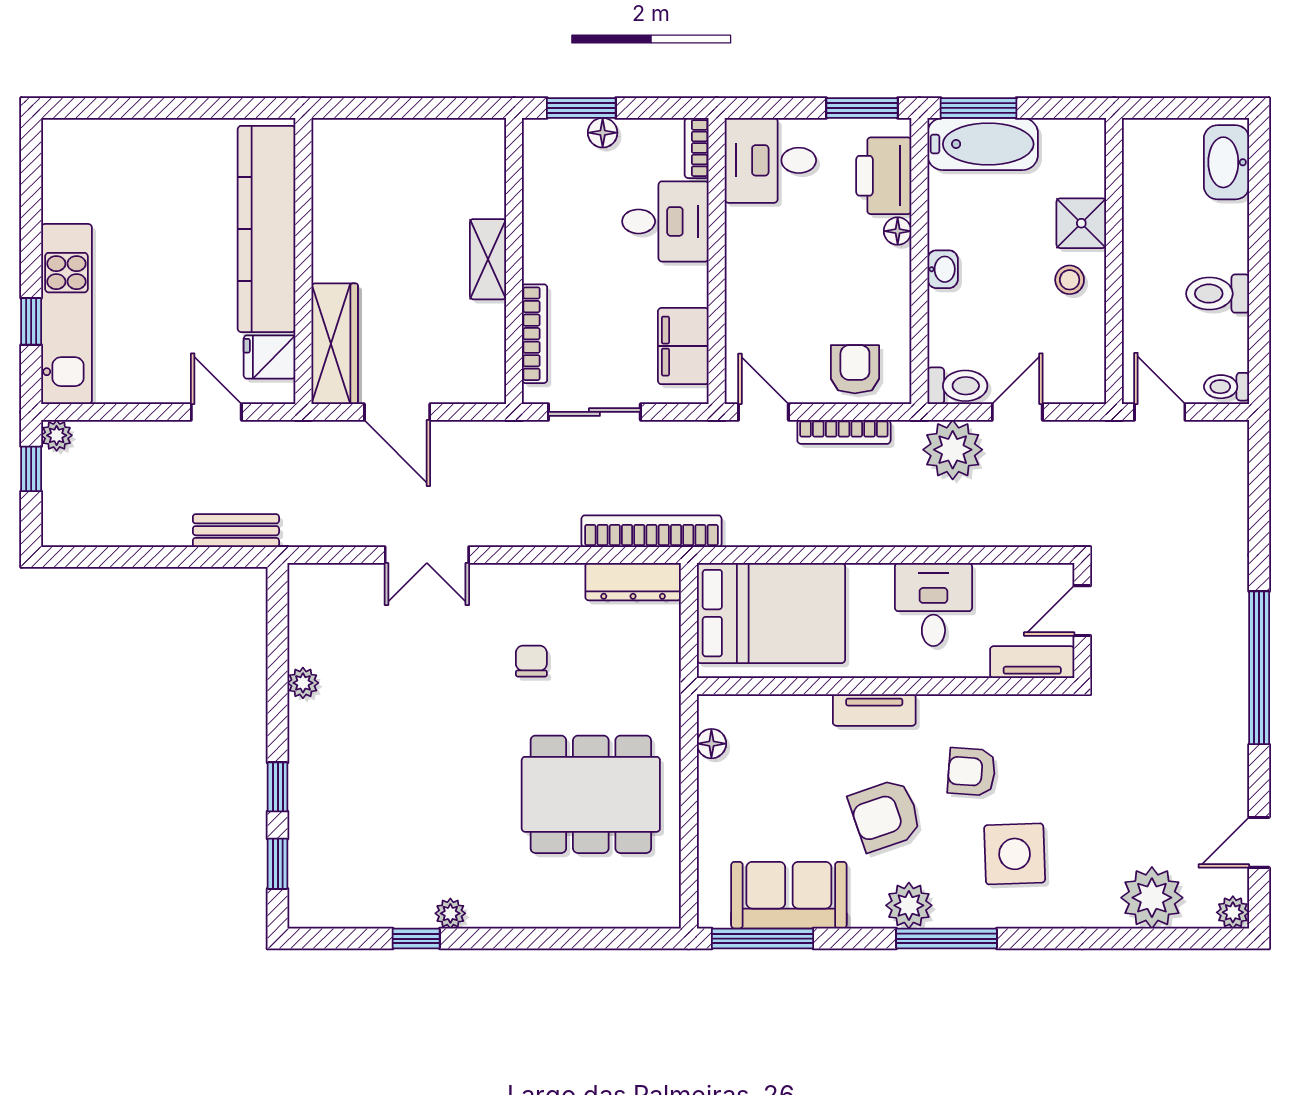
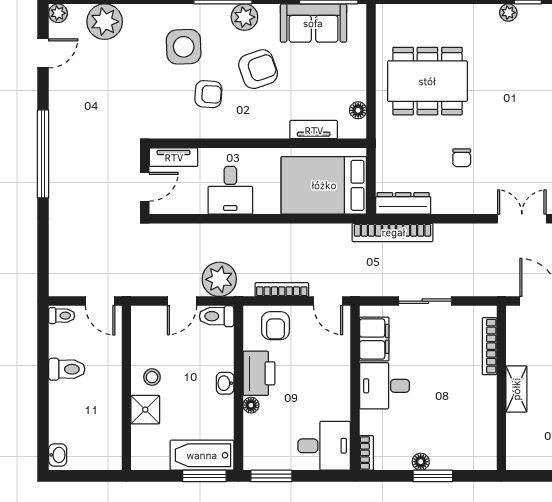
washbasin: (1226, 162) -> (58, 455), width x0.52, depth x0.69
printer: (884, 176) -> (259, 373), moved
desk: (665, 221) -> (385, 386), moved
shelving: (488, 259) -> (516, 389), moved
wall: (514, 261) -> (501, 388), moved
bookcase: (535, 334) -> (490, 346), moved
tv unit: (874, 710) -> (314, 130), moved

